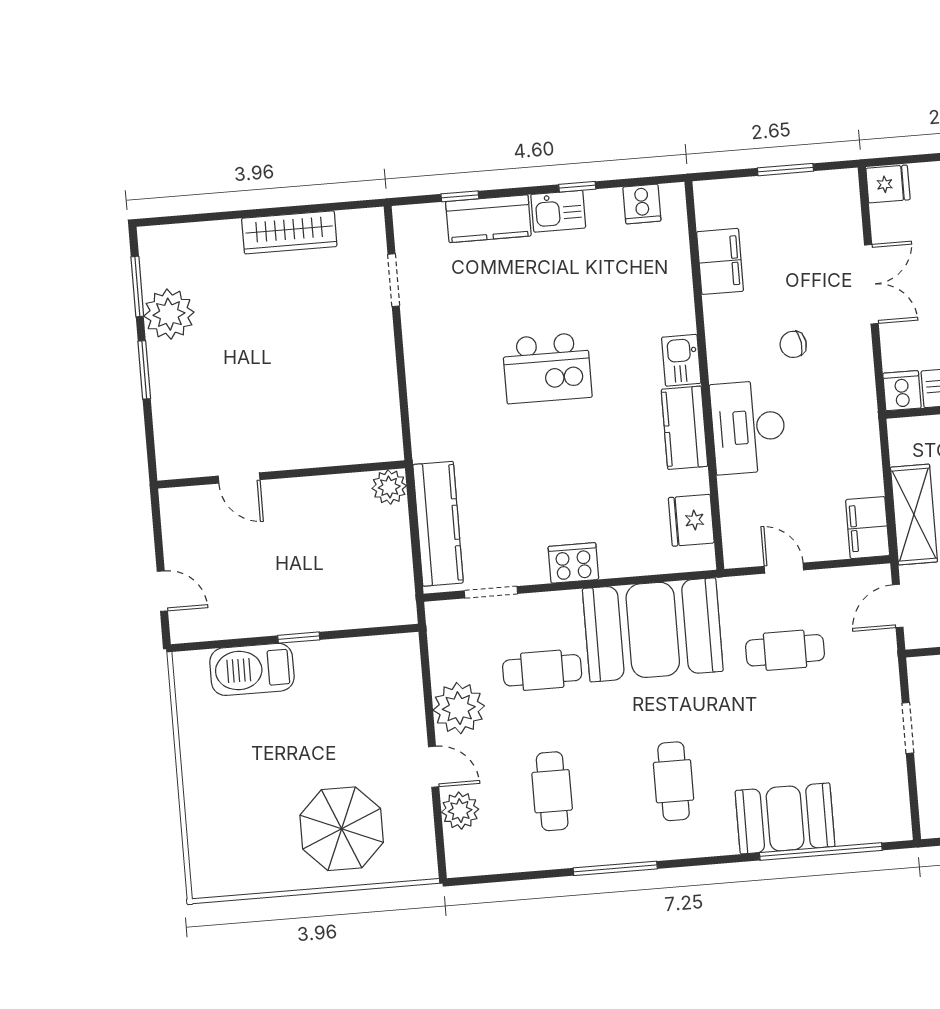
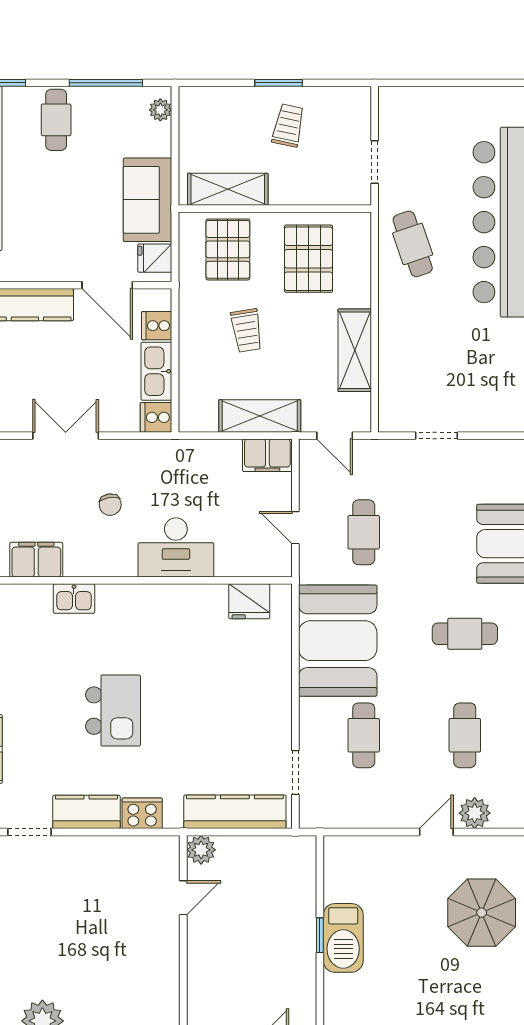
kitchen sink: (681, 360) -> (74, 599), moved
kitchen counter: (684, 428) -> (86, 812), moved, turned 180
door: (239, 478) -> (183, 898), moved
cooker: (573, 563) -> (142, 813), moved, turned 90
door: (784, 568) -> (295, 528), hinge flipped
barbecue: (252, 669) -> (343, 938), moved
plant: (459, 708) -> (389, 807), removed
cafe table: (552, 791) -> (465, 735), turned 90

